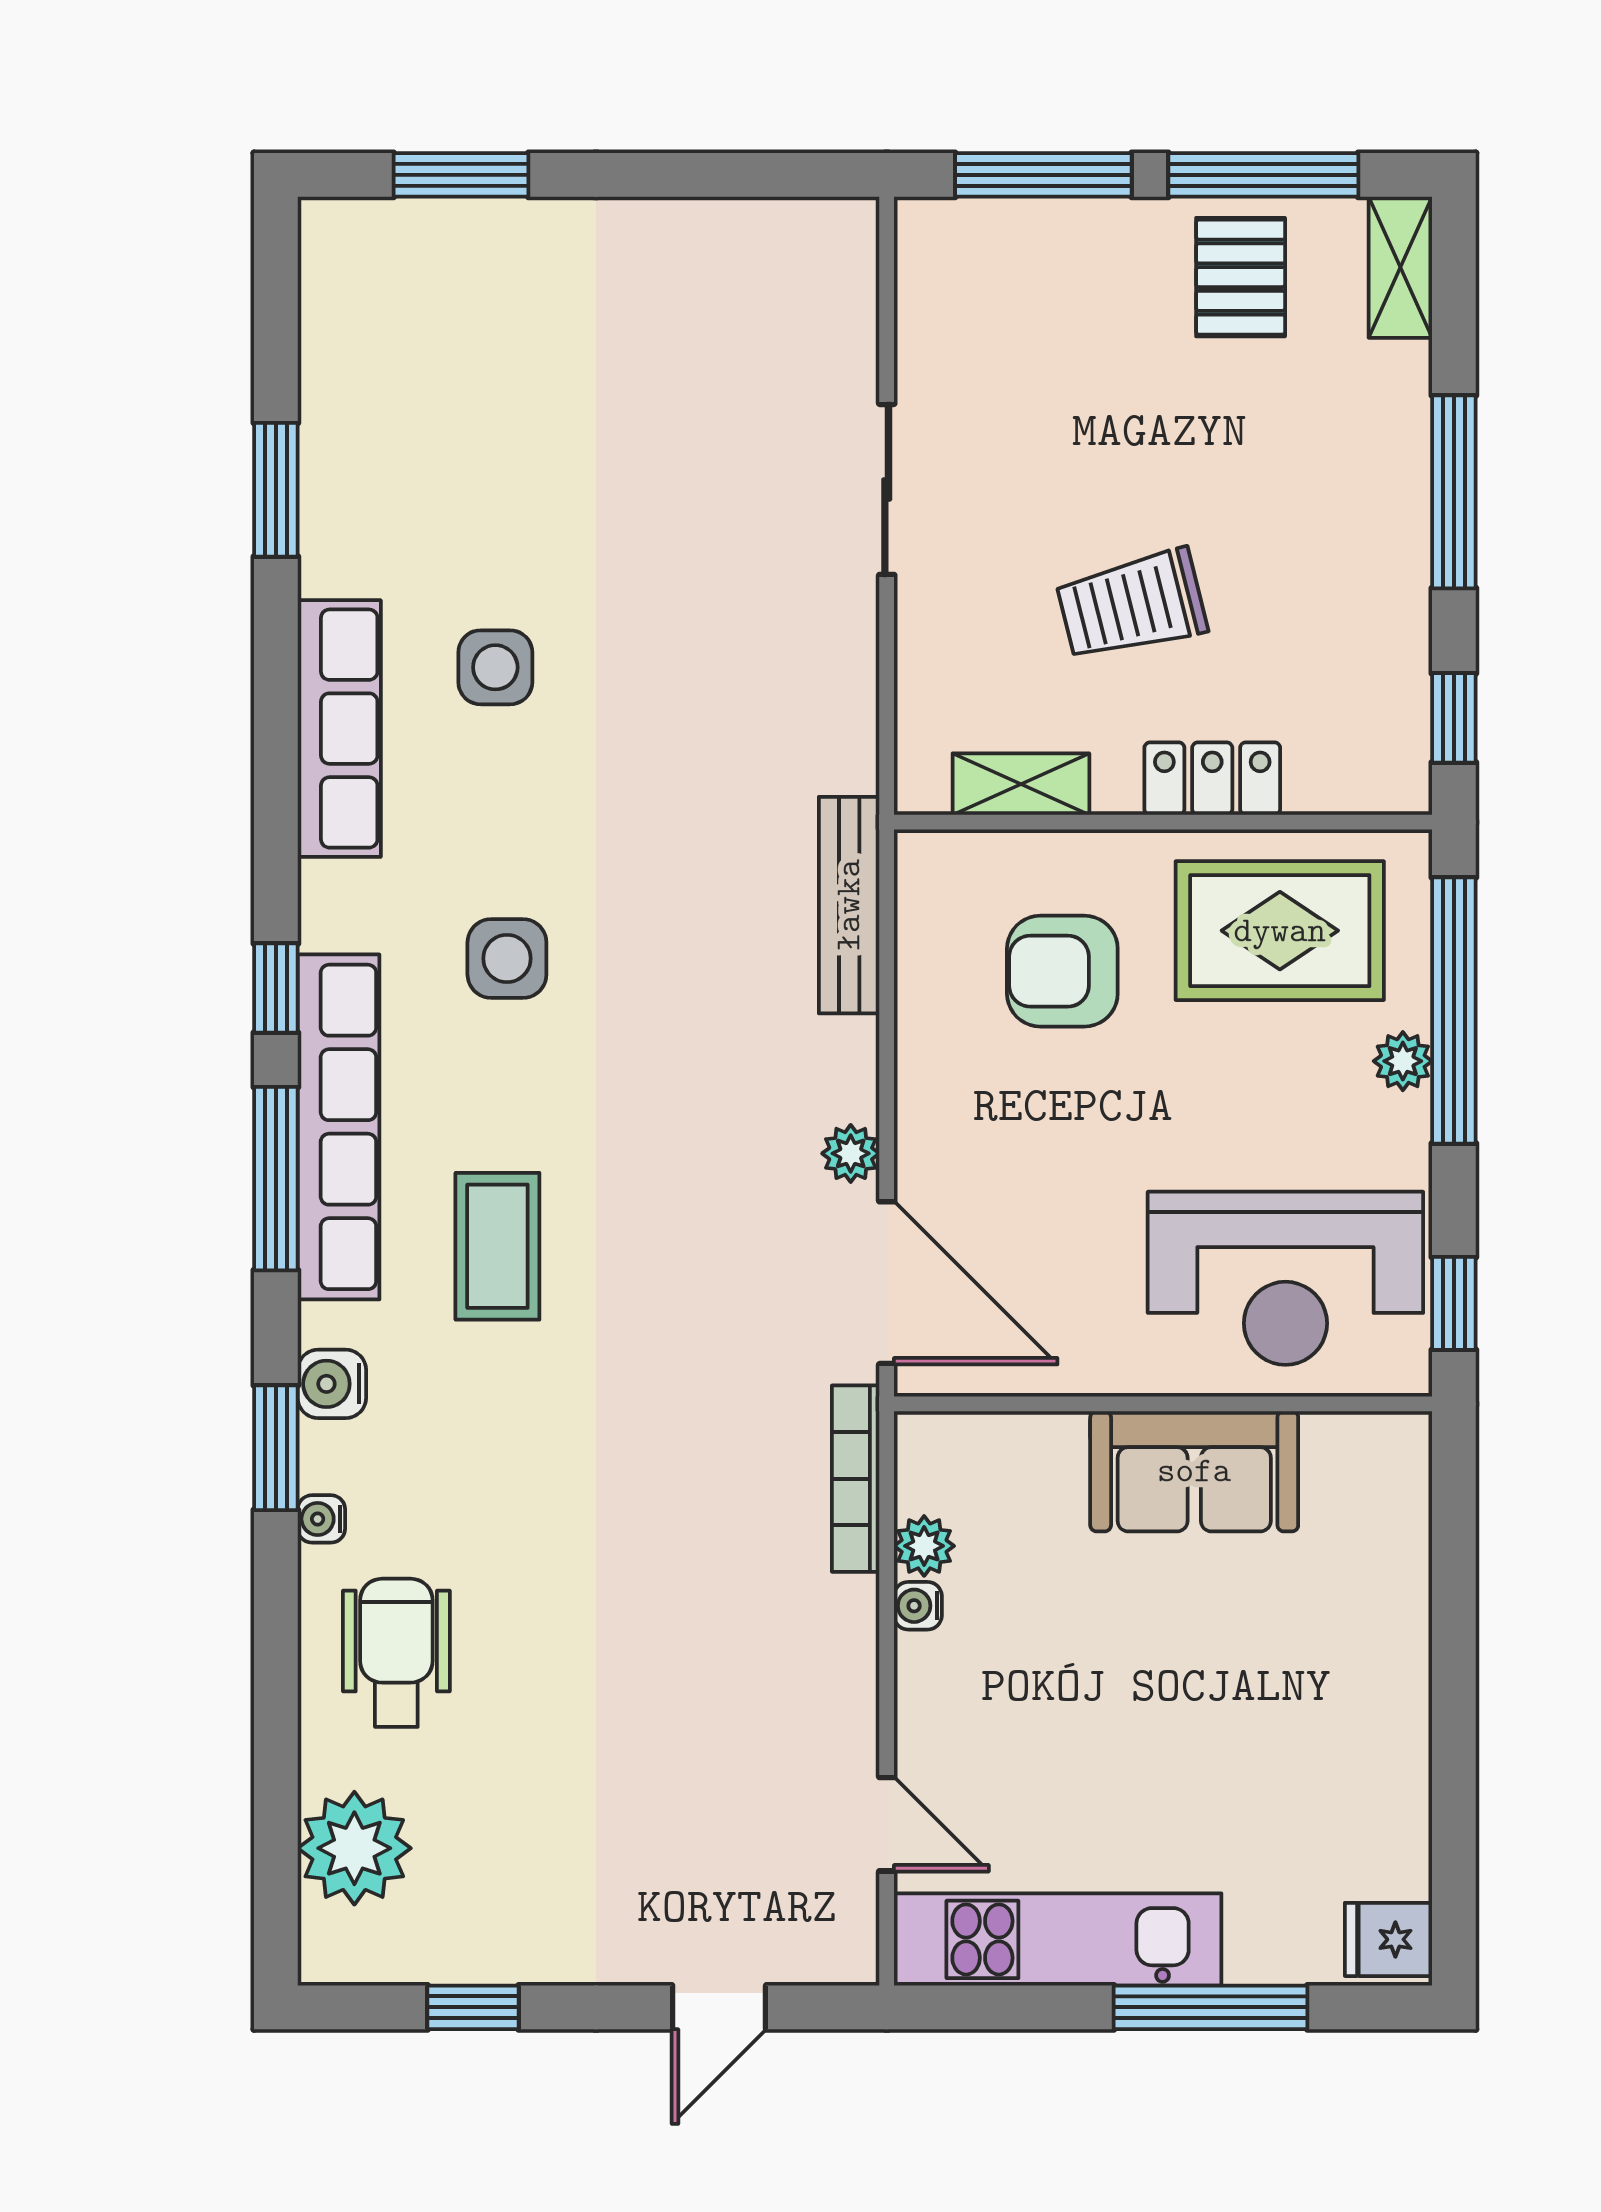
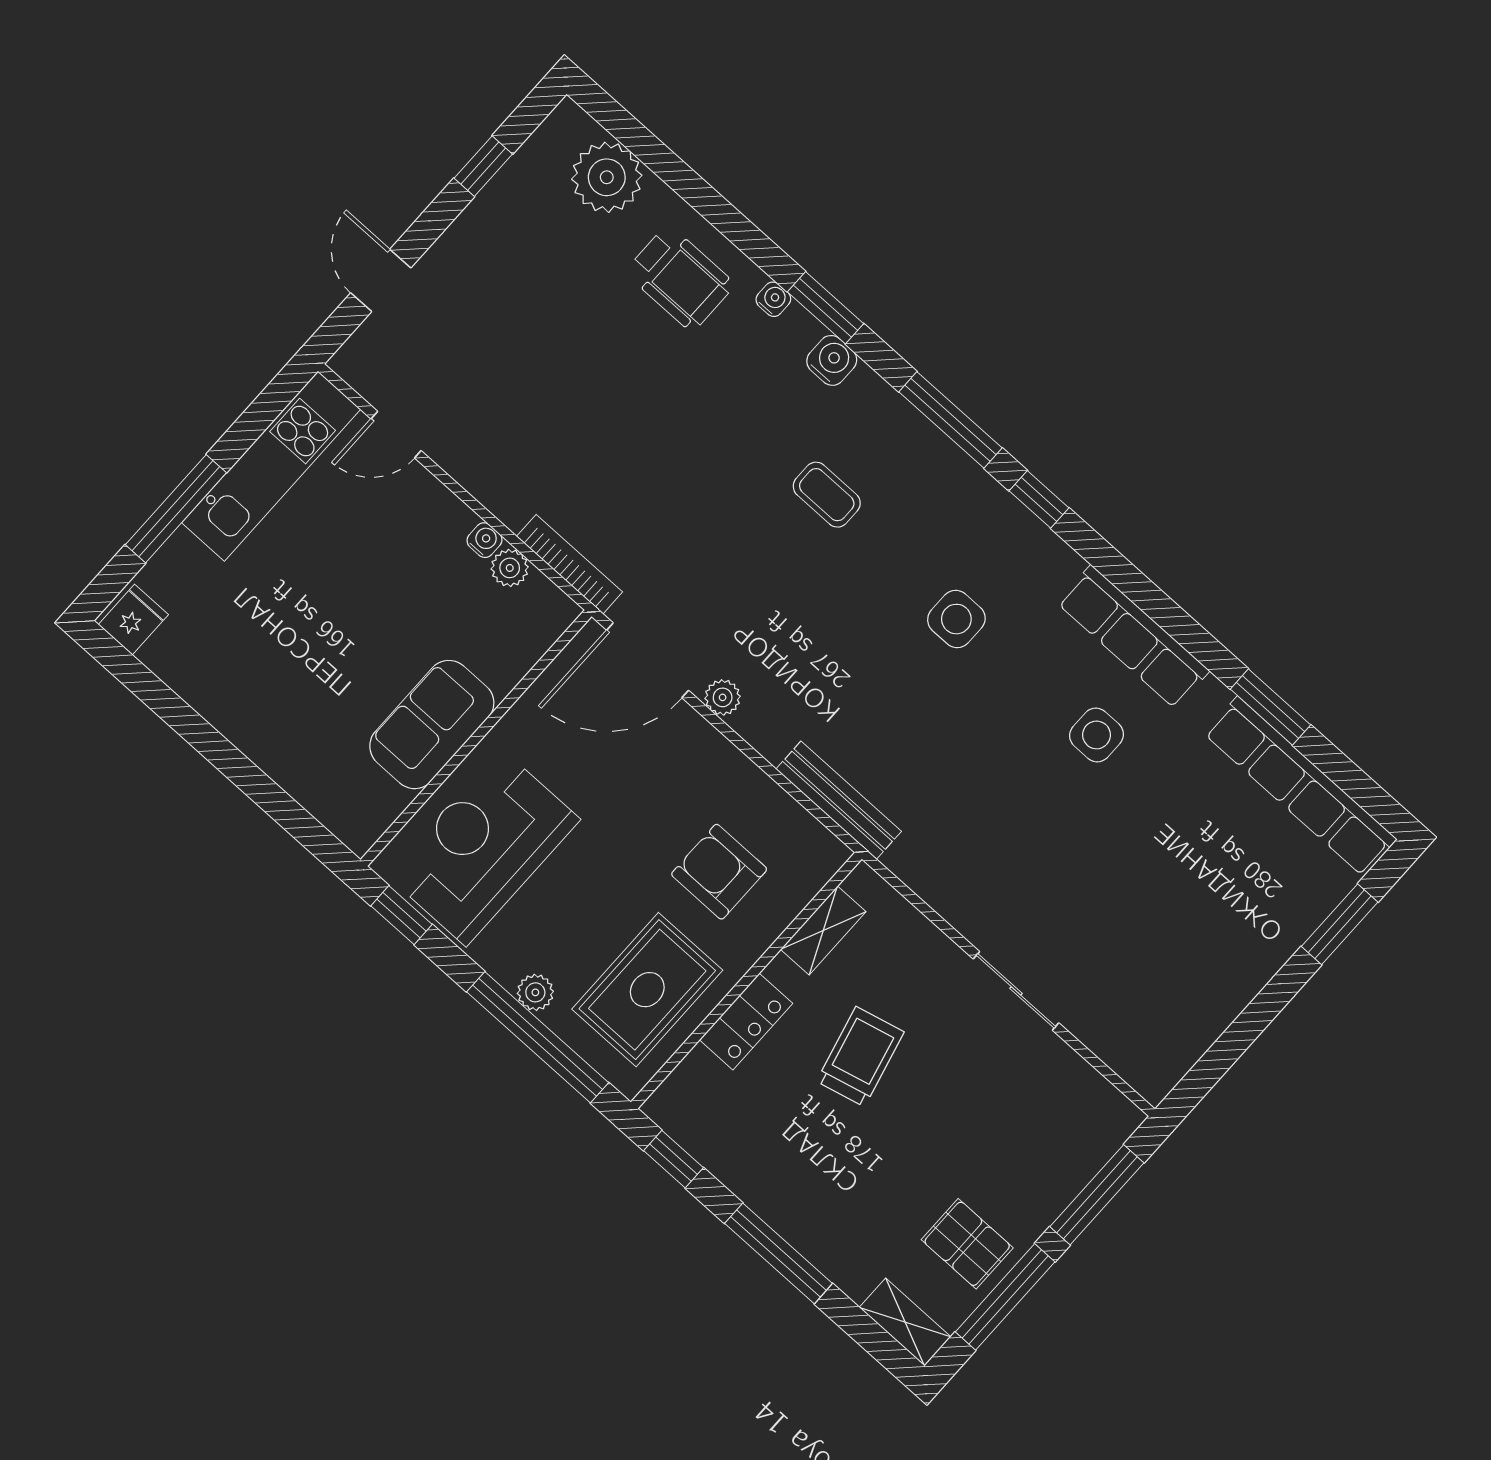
armchair: (1062, 971) -> (719, 872), turned -90
row of seats: (339, 1127) -> (1300, 786), moved
coffee table: (497, 1246) -> (827, 495), width x0.73, depth x0.77

